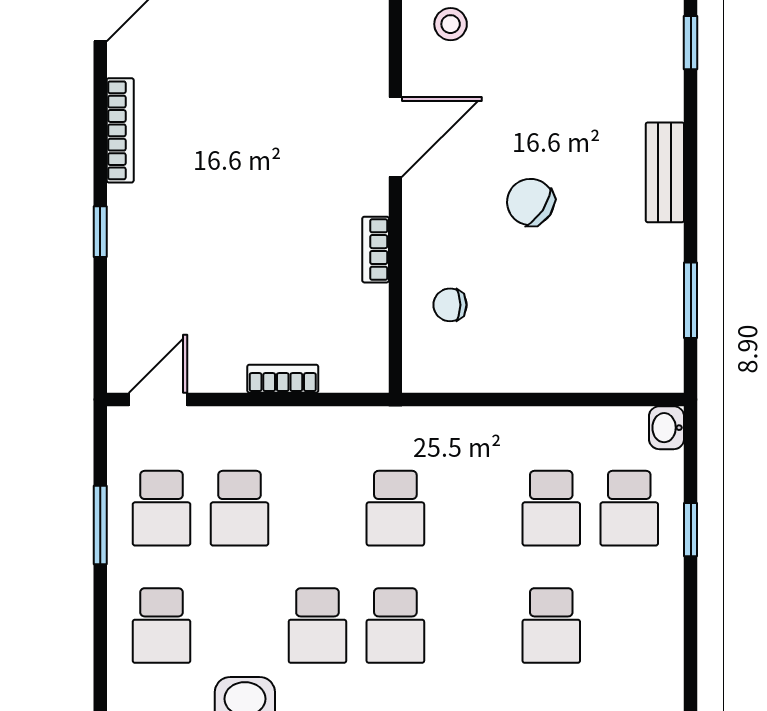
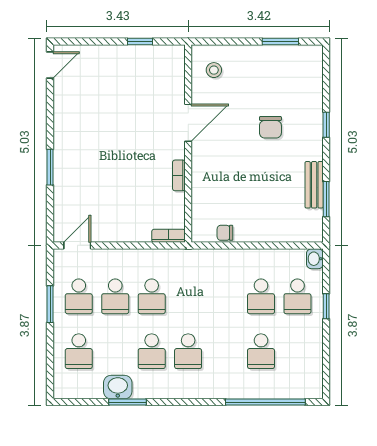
window: (691, 43) -> (326, 125), moved
bookcase: (120, 130) -> (59, 120), removed
bench: (665, 172) -> (314, 185), moved
chair: (530, 202) -> (270, 127), moved, turned -124
window: (100, 232) -> (50, 167), width x1.50
chair: (450, 305) -> (225, 233), moved
bookcase: (283, 379) -> (168, 236), moved
school desk: (395, 508) -> (152, 296), moved

